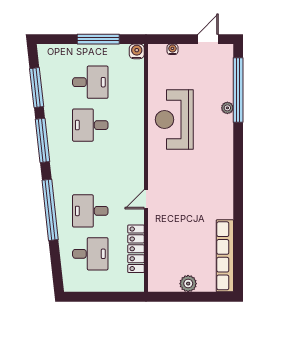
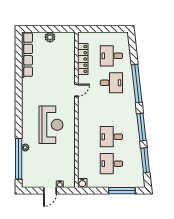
window: (98, 39) -> (122, 191), moved
door: (208, 39) -> (50, 191), moved
reception desk: (174, 120) -> (51, 125), moved
desk: (90, 125) -> (111, 137), turned 180

